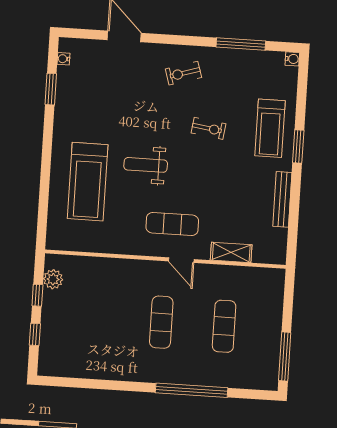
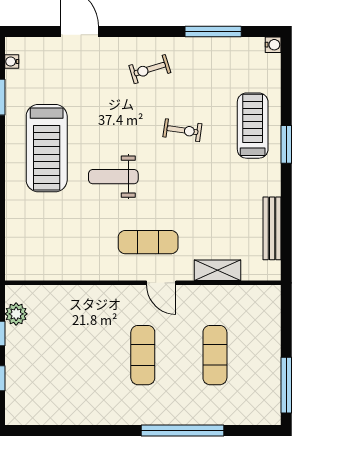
treadmill: (270, 128) -> (253, 126), turned 180
treadmill: (88, 182) -> (47, 148), moved
bench: (282, 199) -> (272, 228), moved

